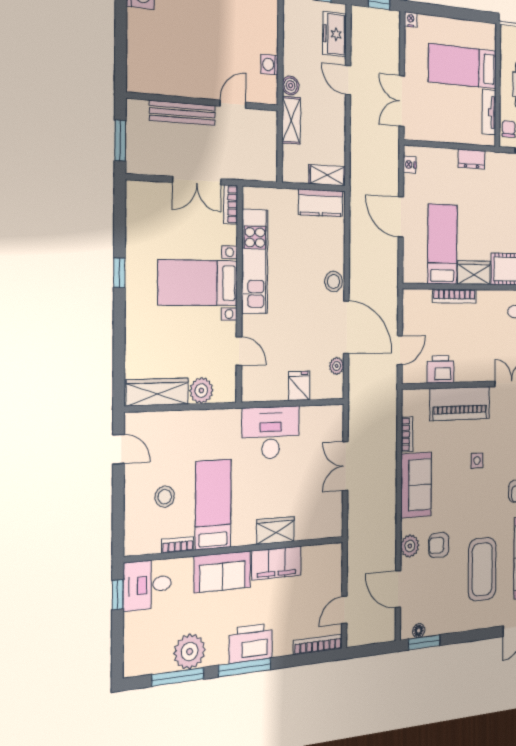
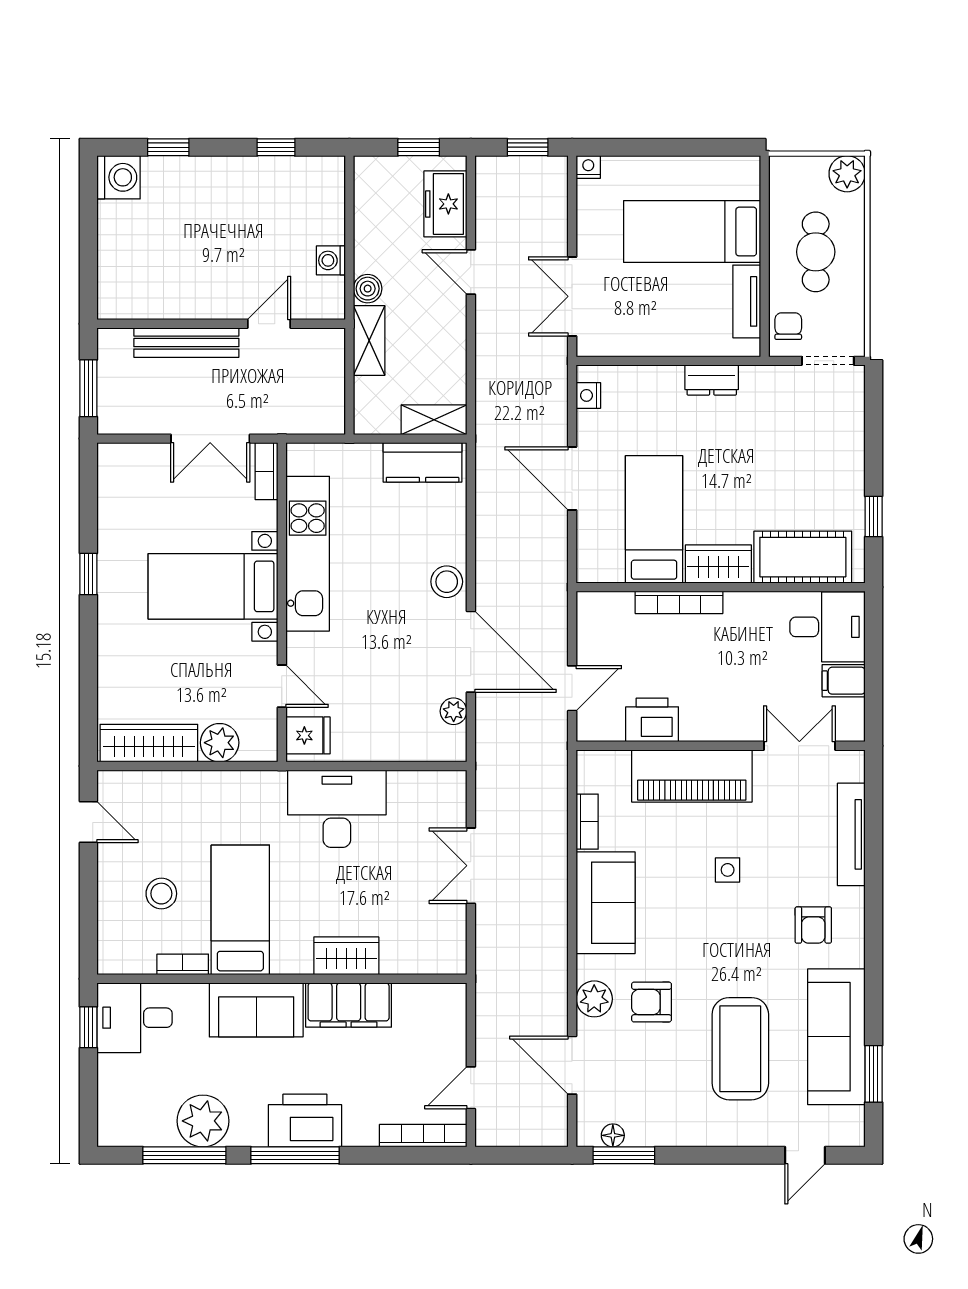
fridge: (299, 386) -> (308, 735), moved, turned 90

